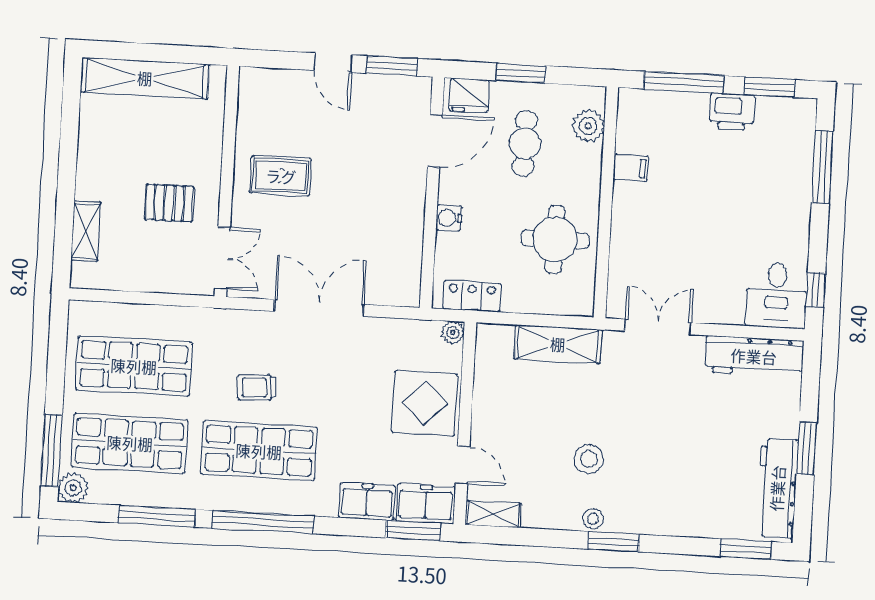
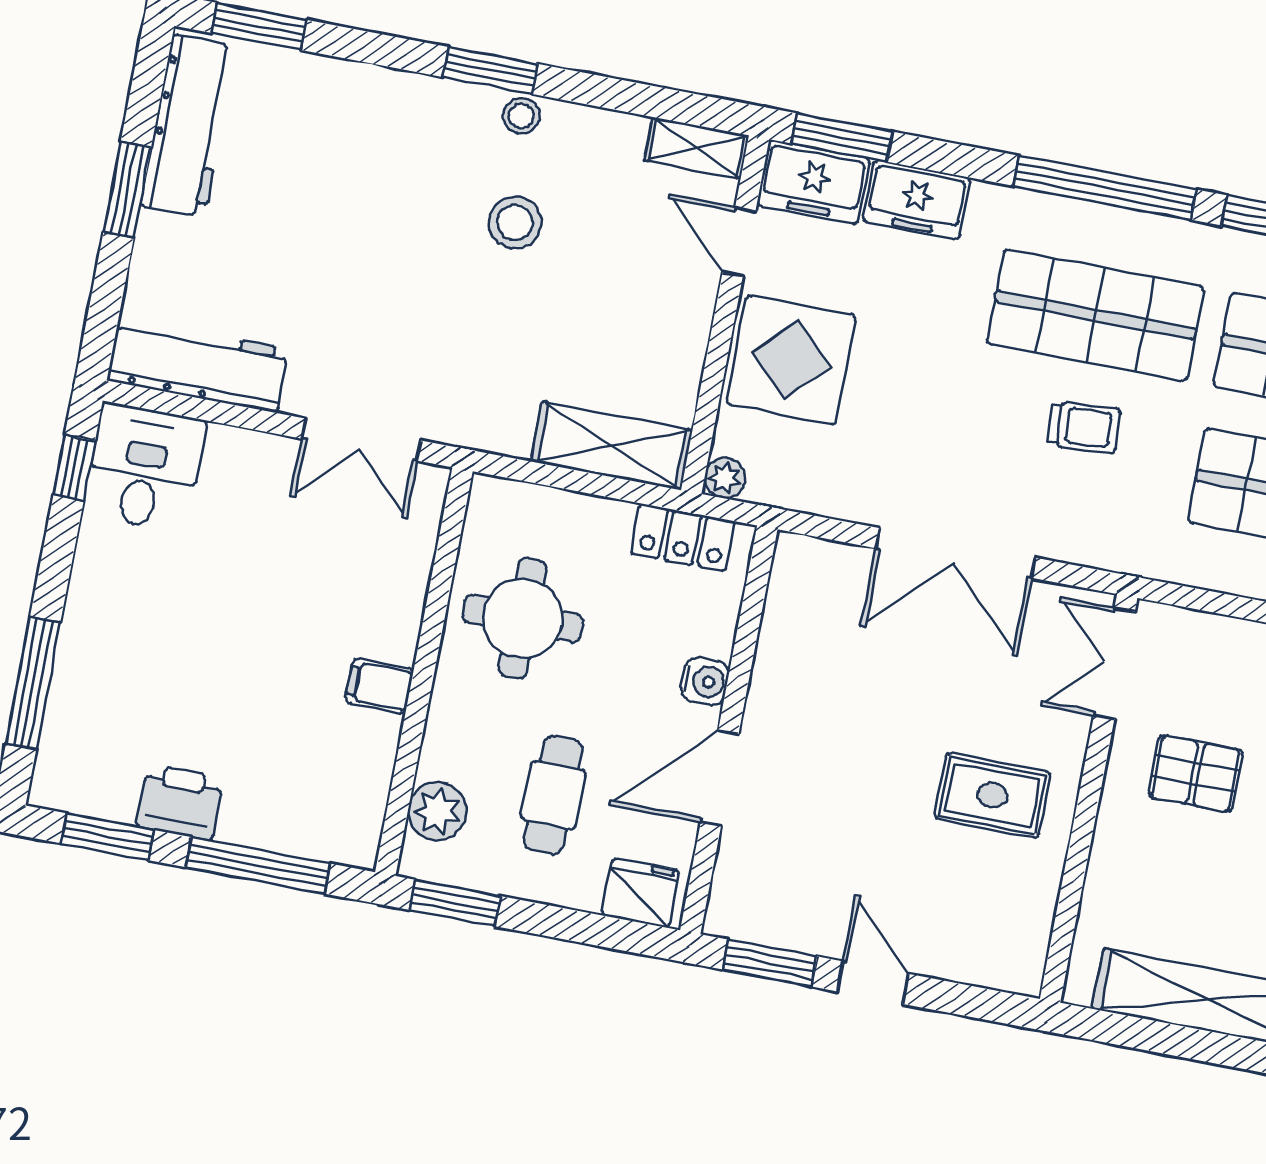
window: (521, 73) -> (455, 903), moved
door: (435, 141) -> (720, 778), moved
filing cabinet: (631, 168) -> (380, 686), moved
shelving: (558, 344) -> (612, 446), moved

